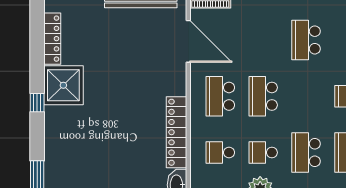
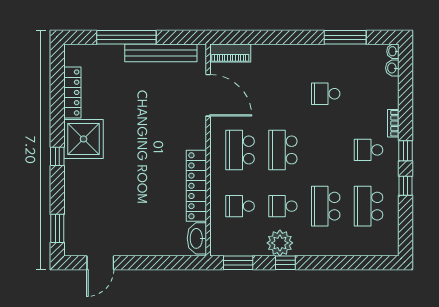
school desk: (306, 40) -> (326, 94), width x0.54

